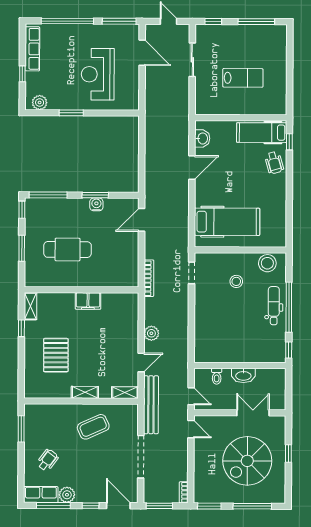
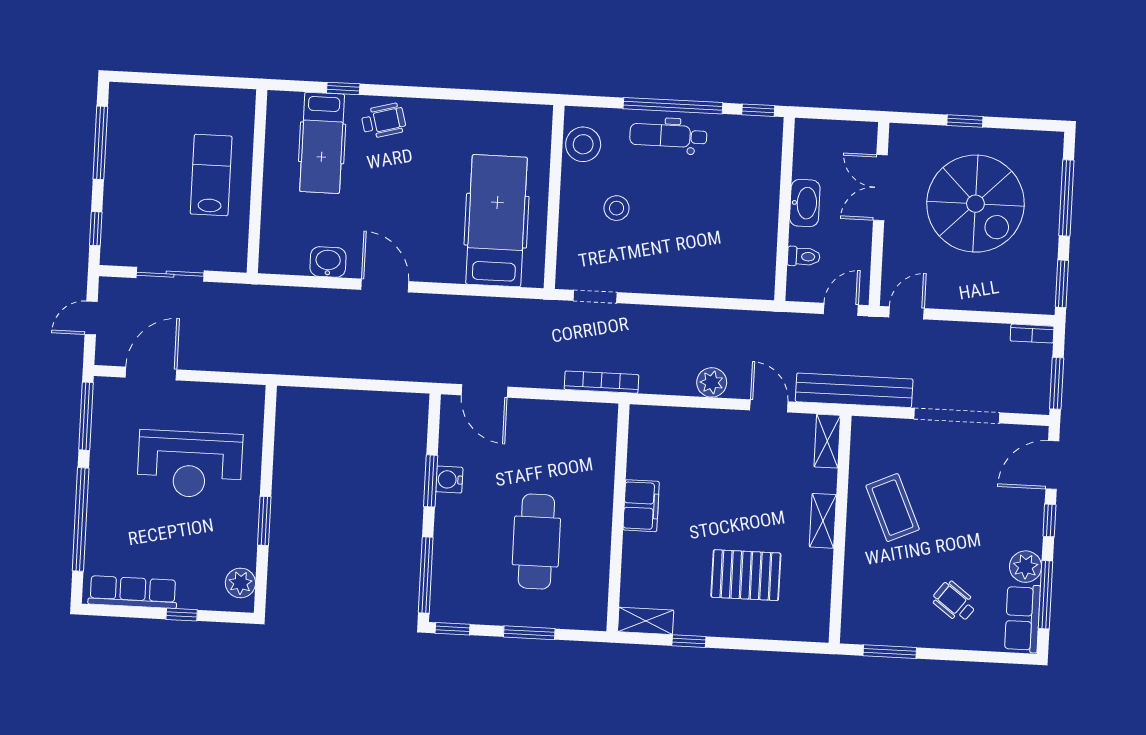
wall: (241, 118) -> (257, 181), moved

